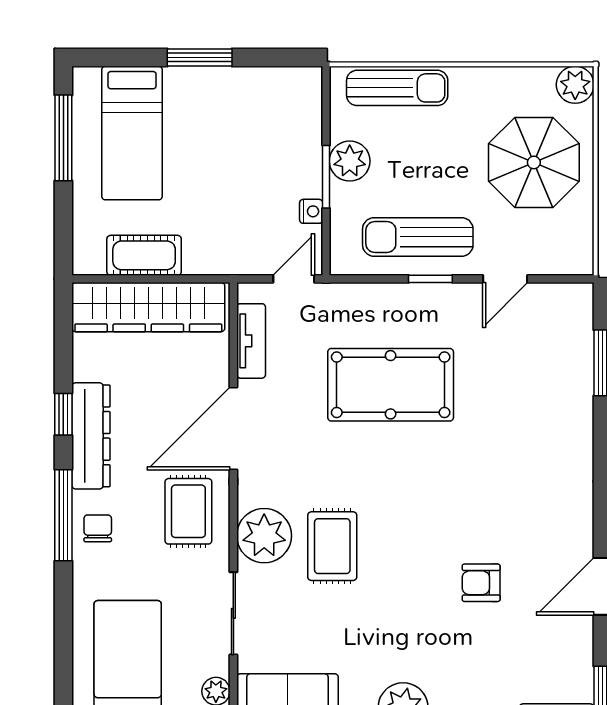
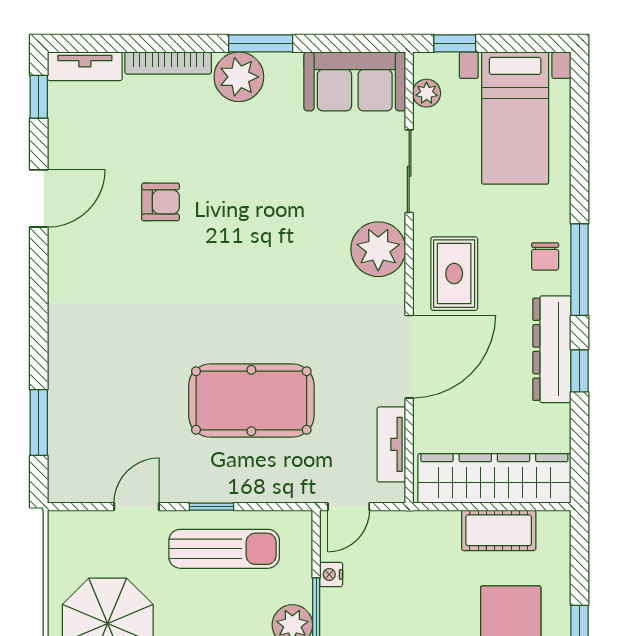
rug: (332, 546) -> (310, 239), removed

